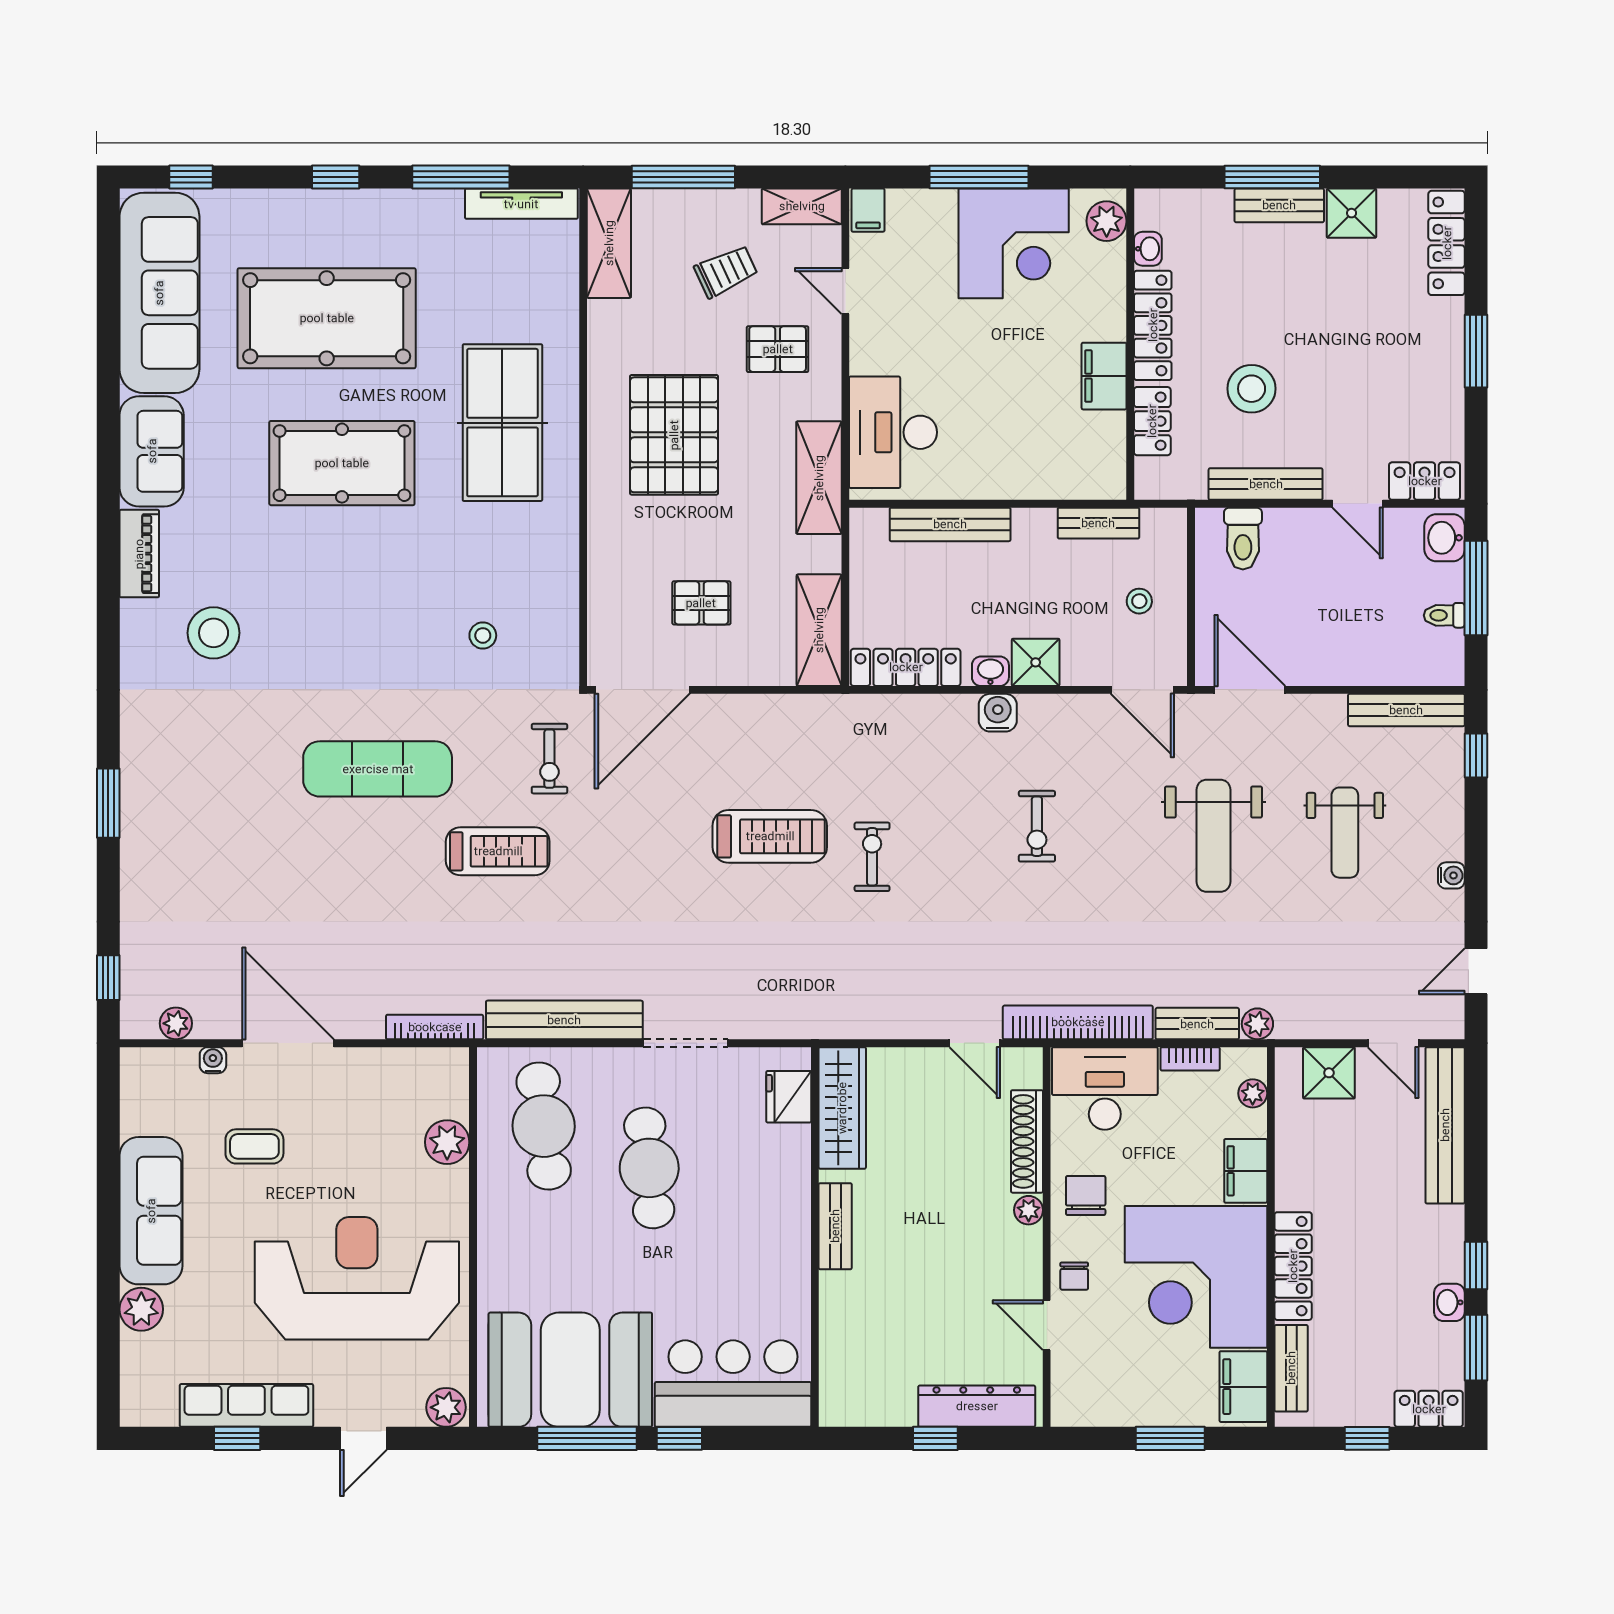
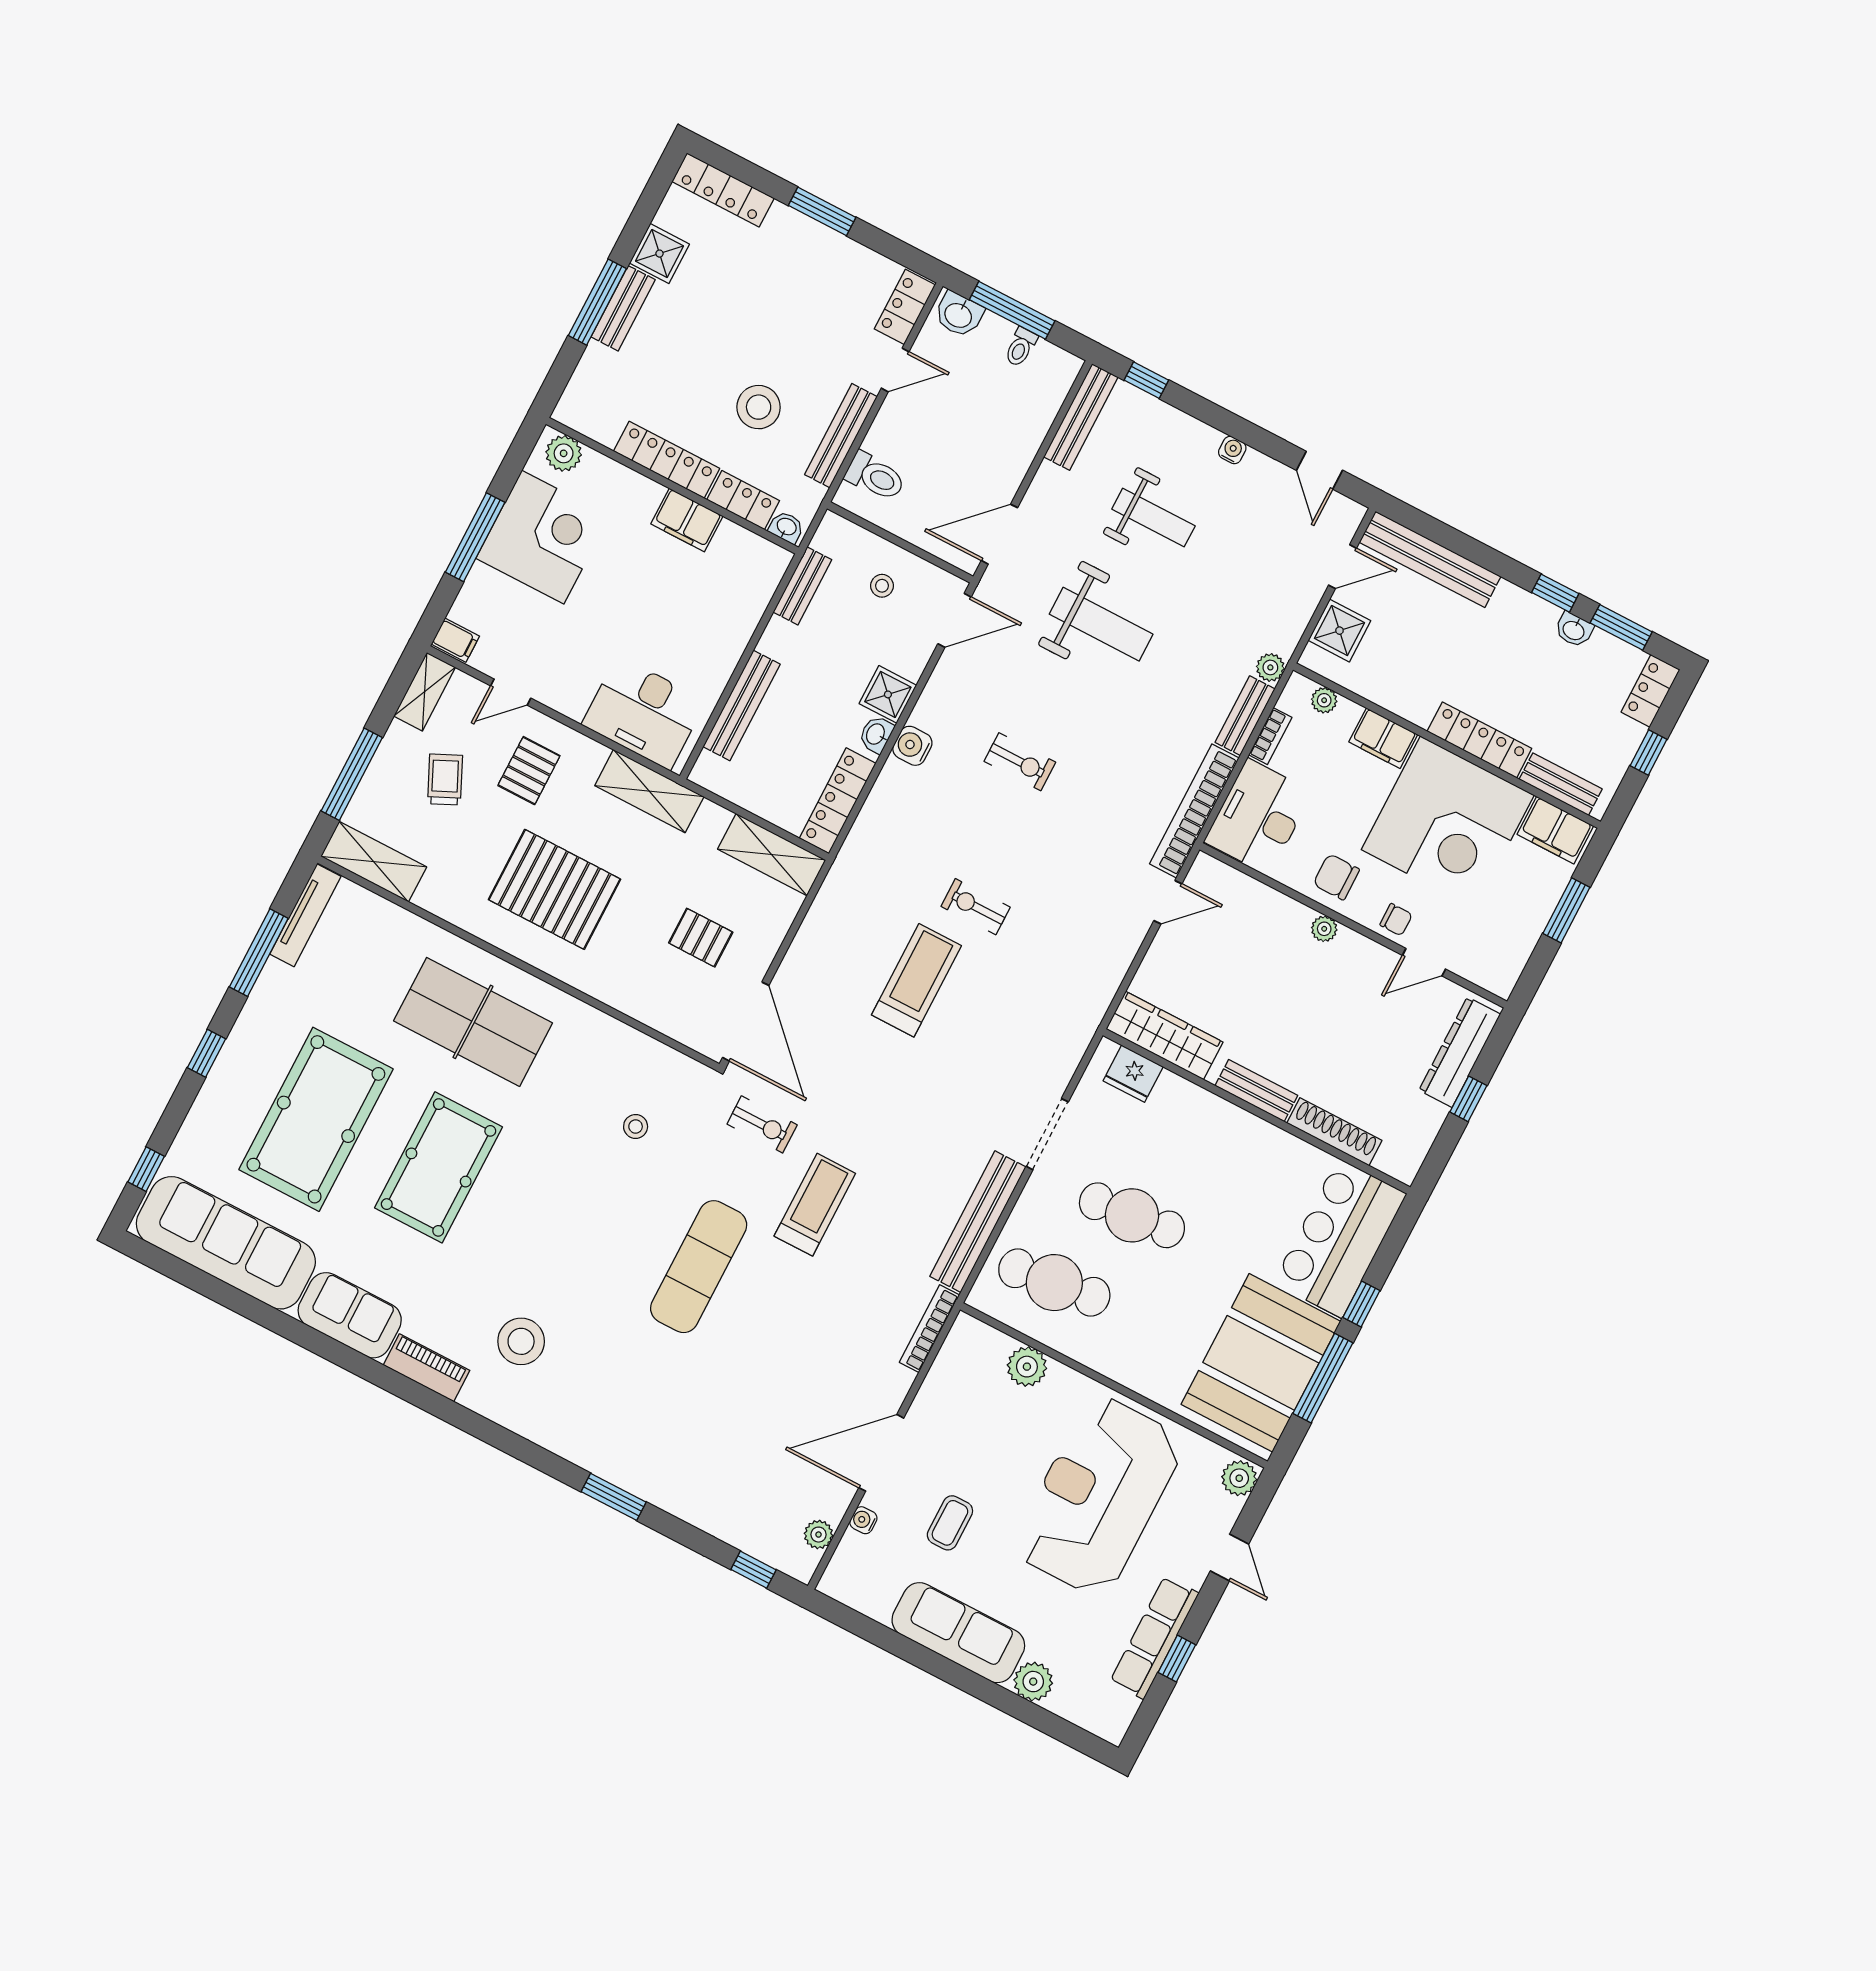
washbasin: (1148, 249) -> (786, 527), moved
pallet: (701, 603) -> (701, 938), turned 90
shoe rack: (1027, 1141) -> (1334, 1132), moved, turned 180

